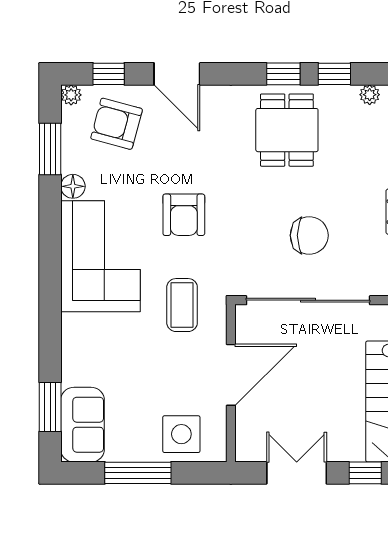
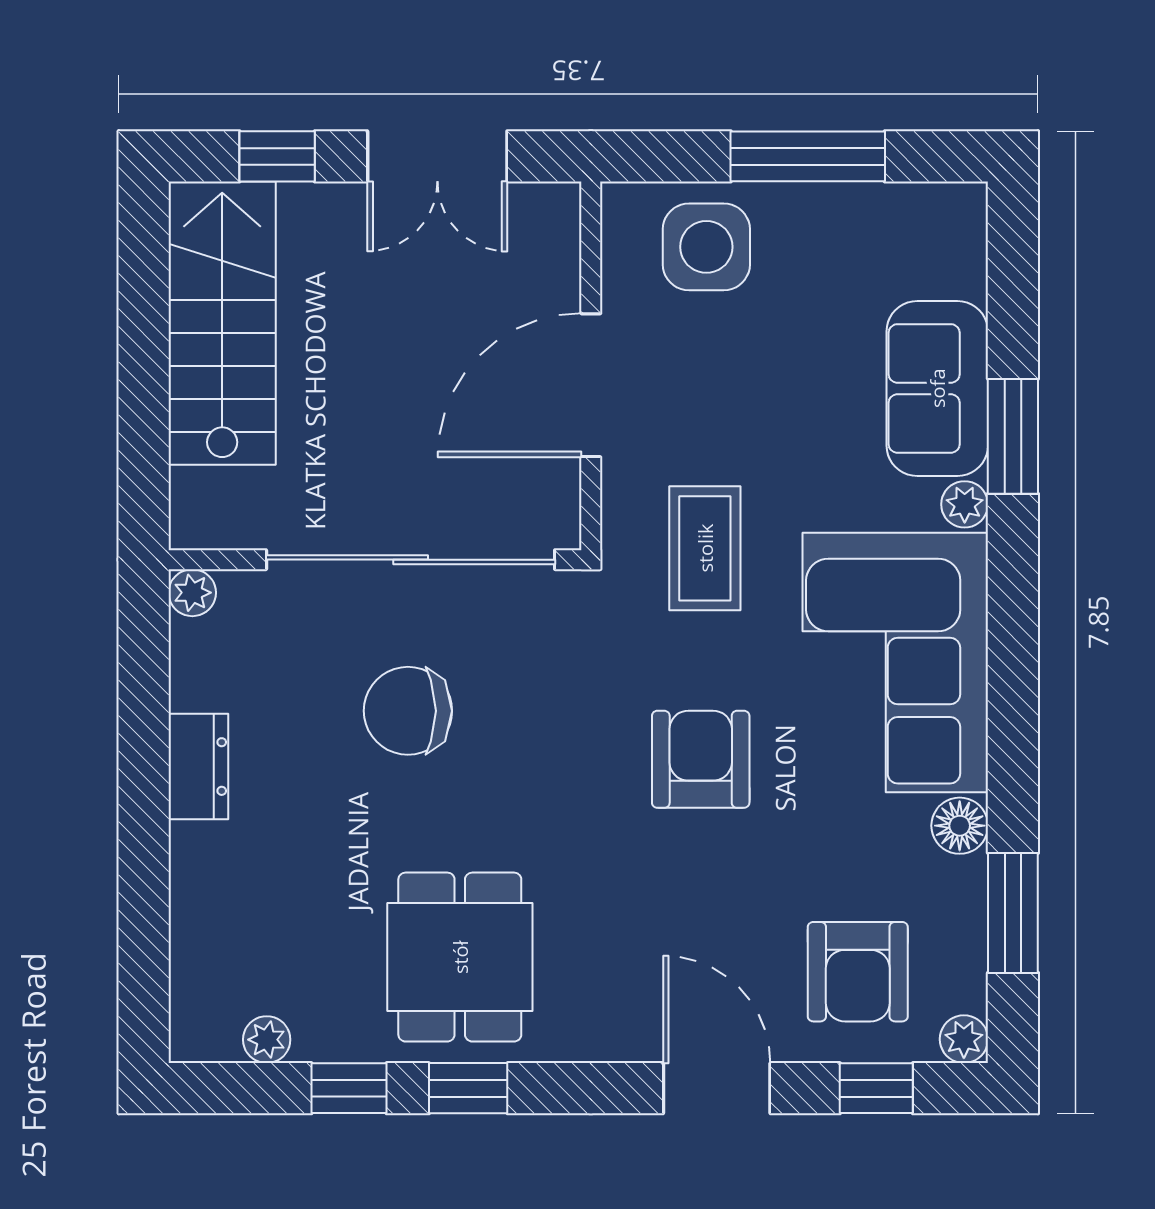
armchair: (117, 124) -> (858, 972), turned 75
plant: (71, 324) -> (965, 504), added
window: (50, 407) -> (1013, 436), moved
sofa: (83, 425) -> (937, 388), moved

